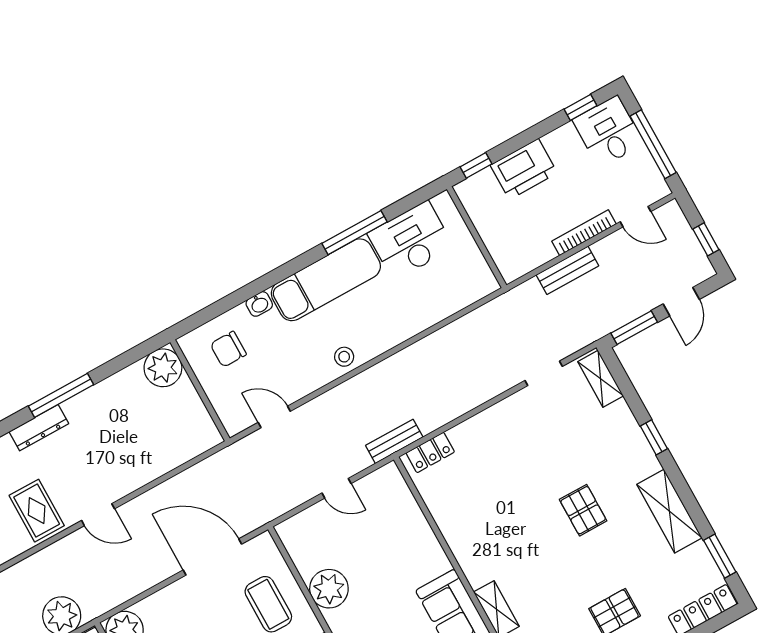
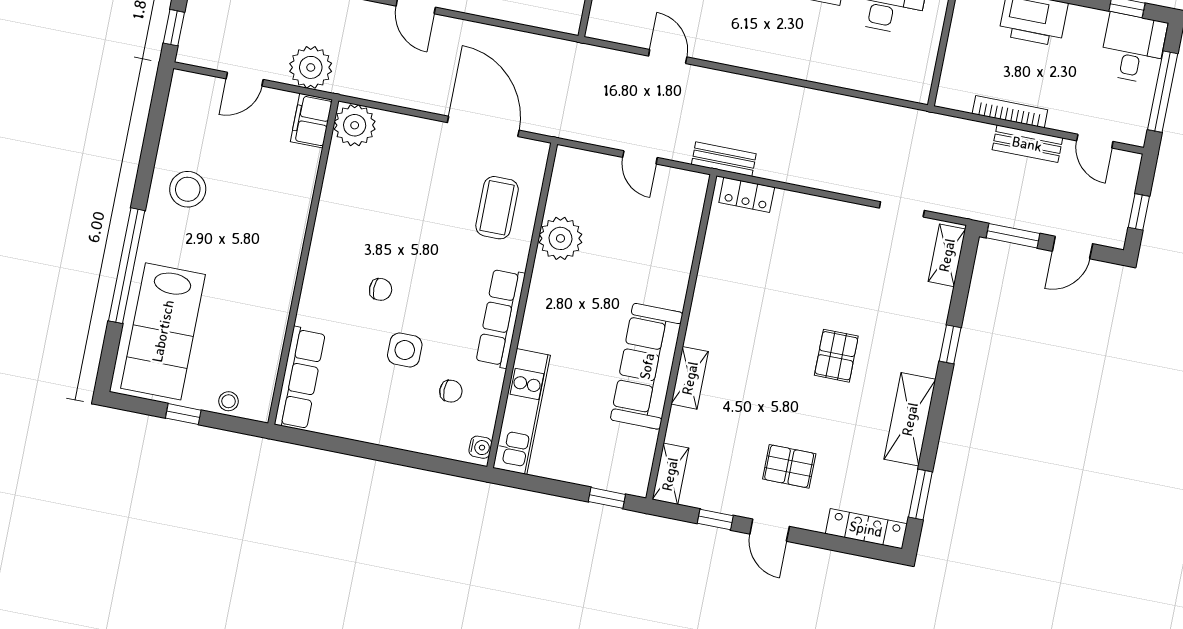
bookcase: (584, 233) -> (1010, 112), moved
bench: (567, 270) -> (1027, 144), moved
stool: (344, 357) -> (742, 50), removed
door: (274, 417) -> (668, 57), moved

